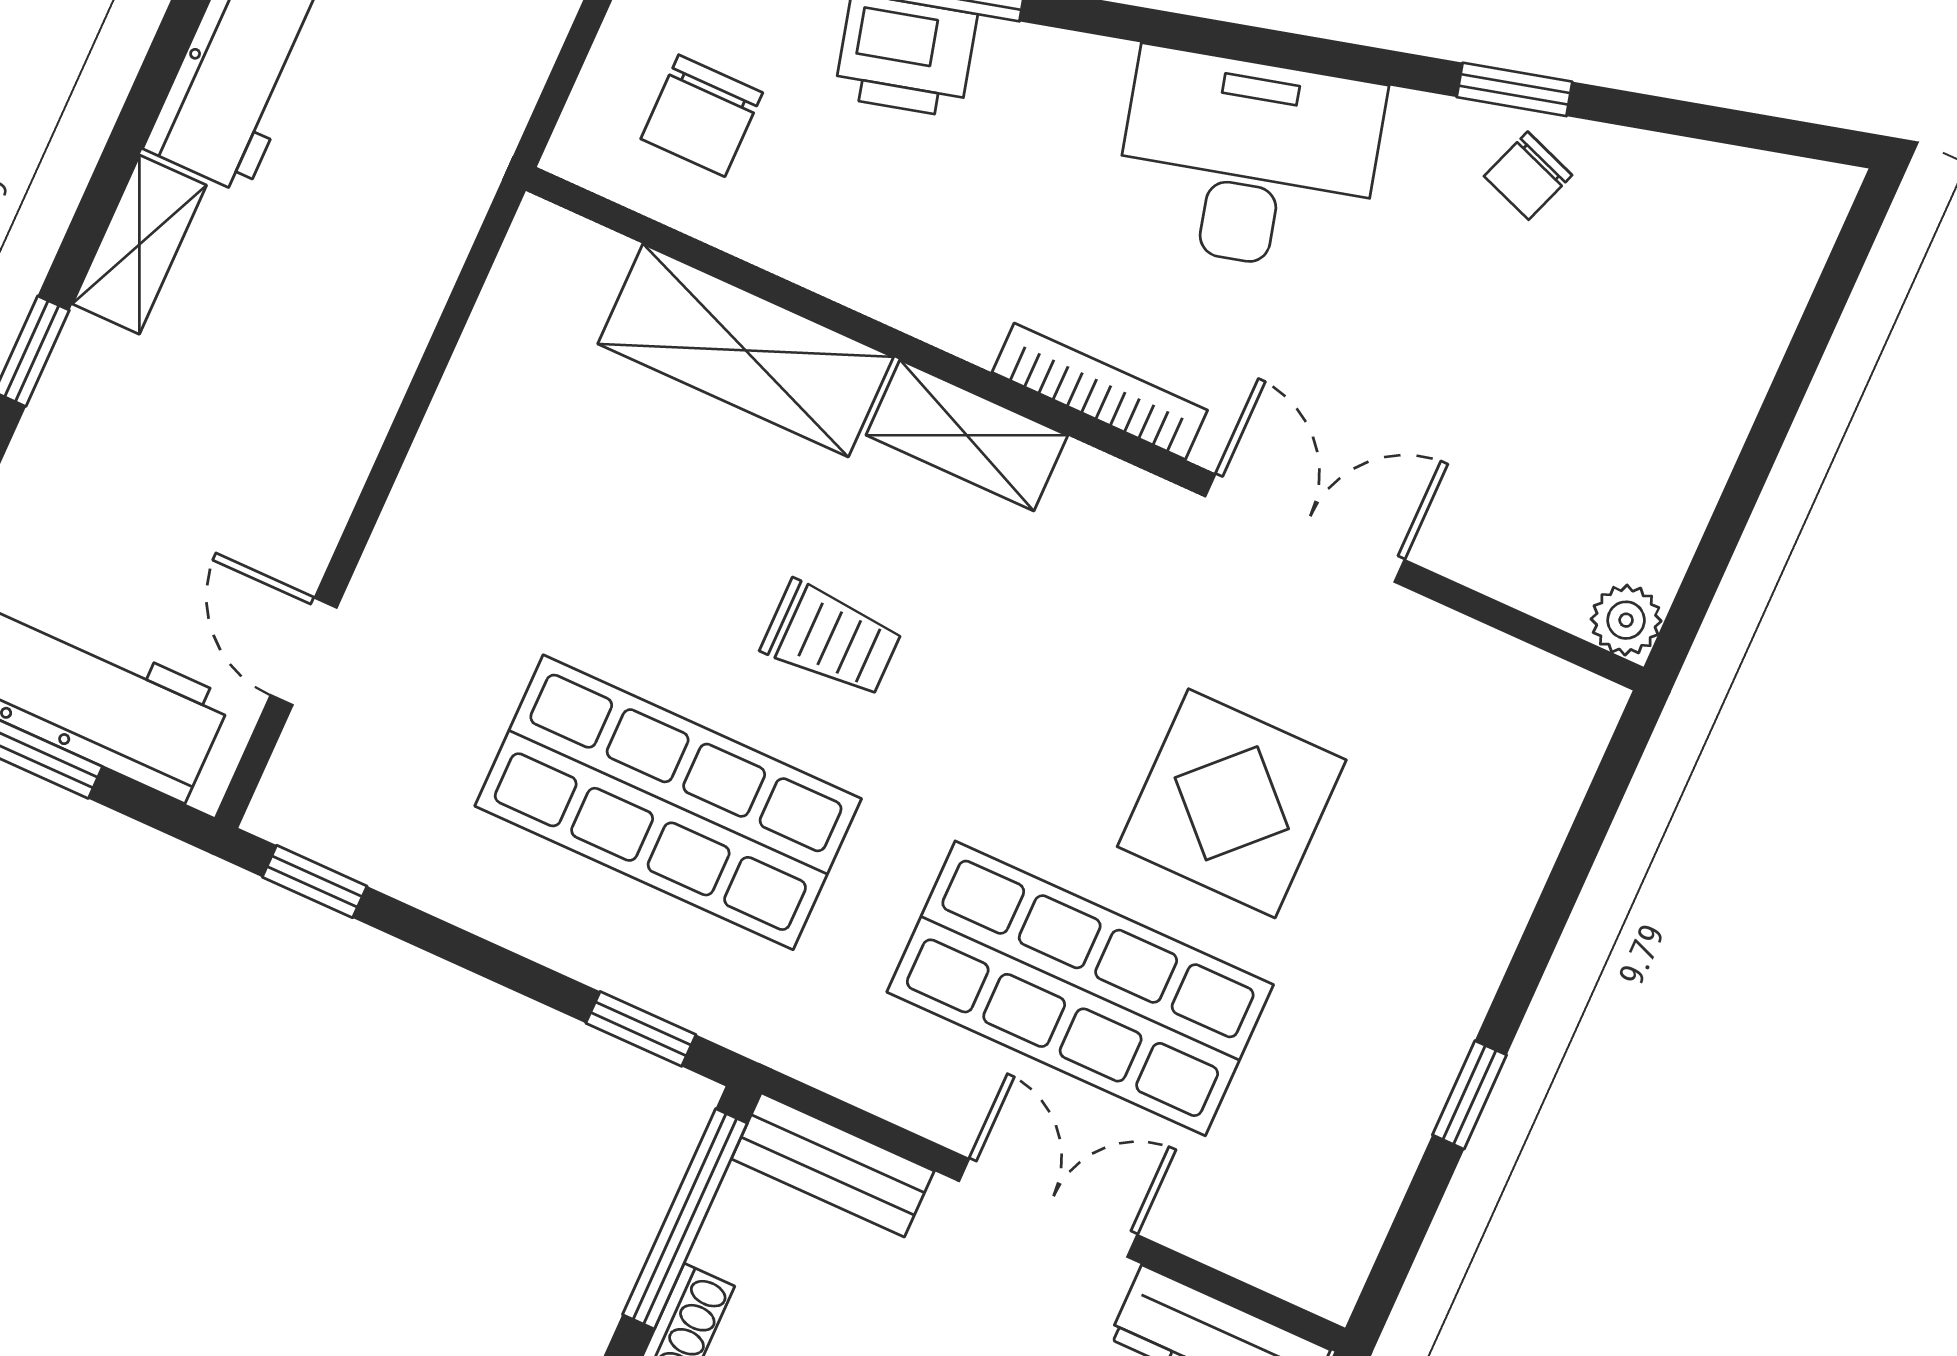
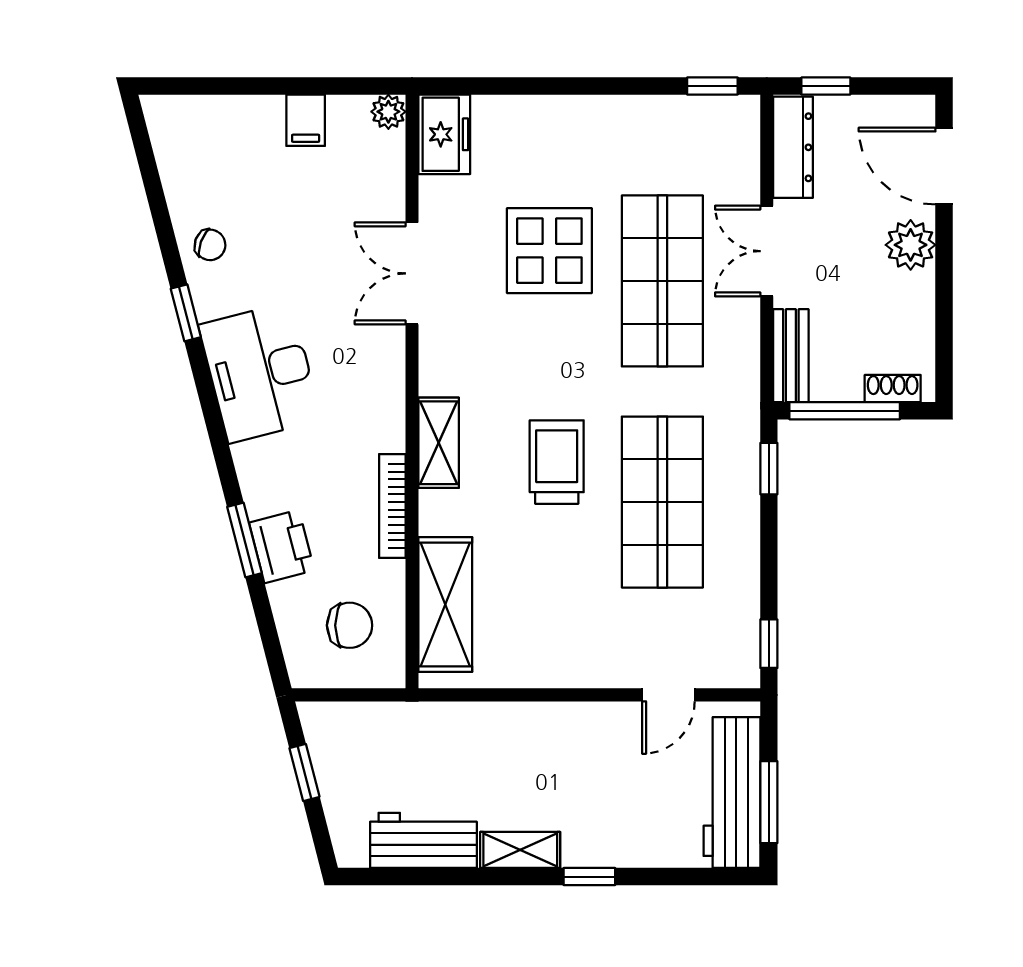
window: (1514, 89) -> (186, 313), moved
shelving: (746, 350) -> (445, 605), moved
bookcase: (1100, 391) -> (392, 506), moved
filing cabinet: (1680, 459) -> (306, 120), added
trolley: (832, 639) -> (557, 462), width x1.36, depth x1.39
freezer: (1537, 705) -> (444, 134), added
window: (1469, 1095) -> (712, 86), moved

